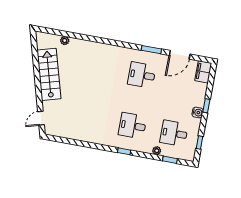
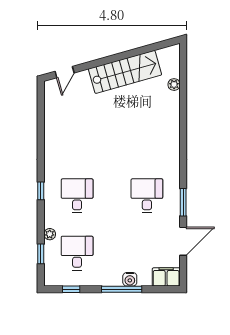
door: (180, 55) -> (183, 241), swing flipped
window: (206, 106) -> (122, 289), width x2.17
water cooler: (198, 112) -> (130, 279), moved
door: (41, 118) -> (65, 72), swing flipped

